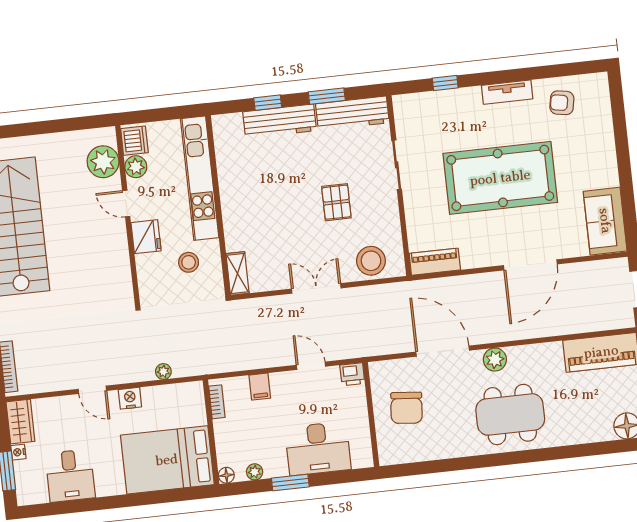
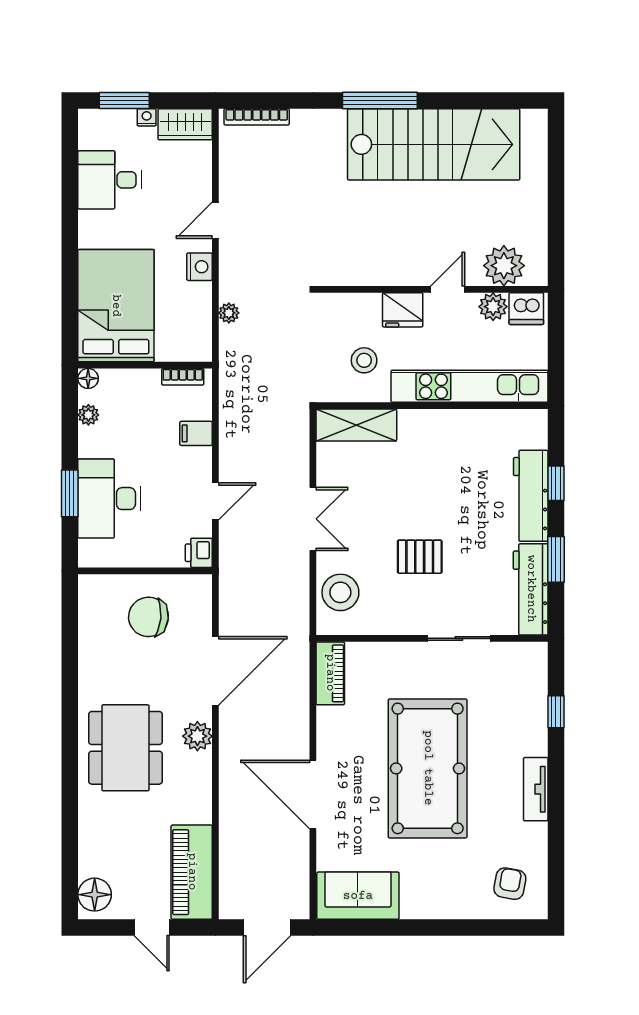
armchair: (562, 103) -> (510, 884), moved
shelving: (238, 274) -> (356, 425), width x1.50, depth x1.33
window: (290, 482) -> (70, 493), moved

